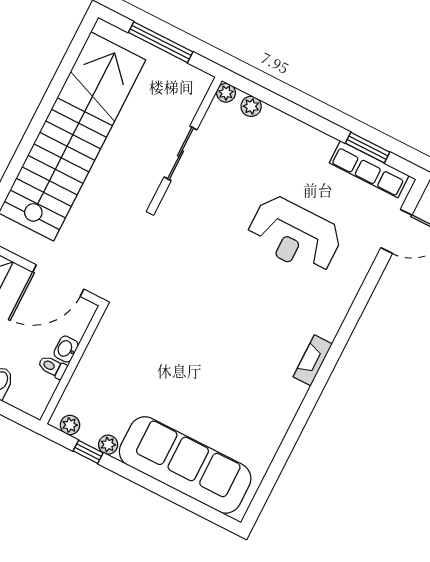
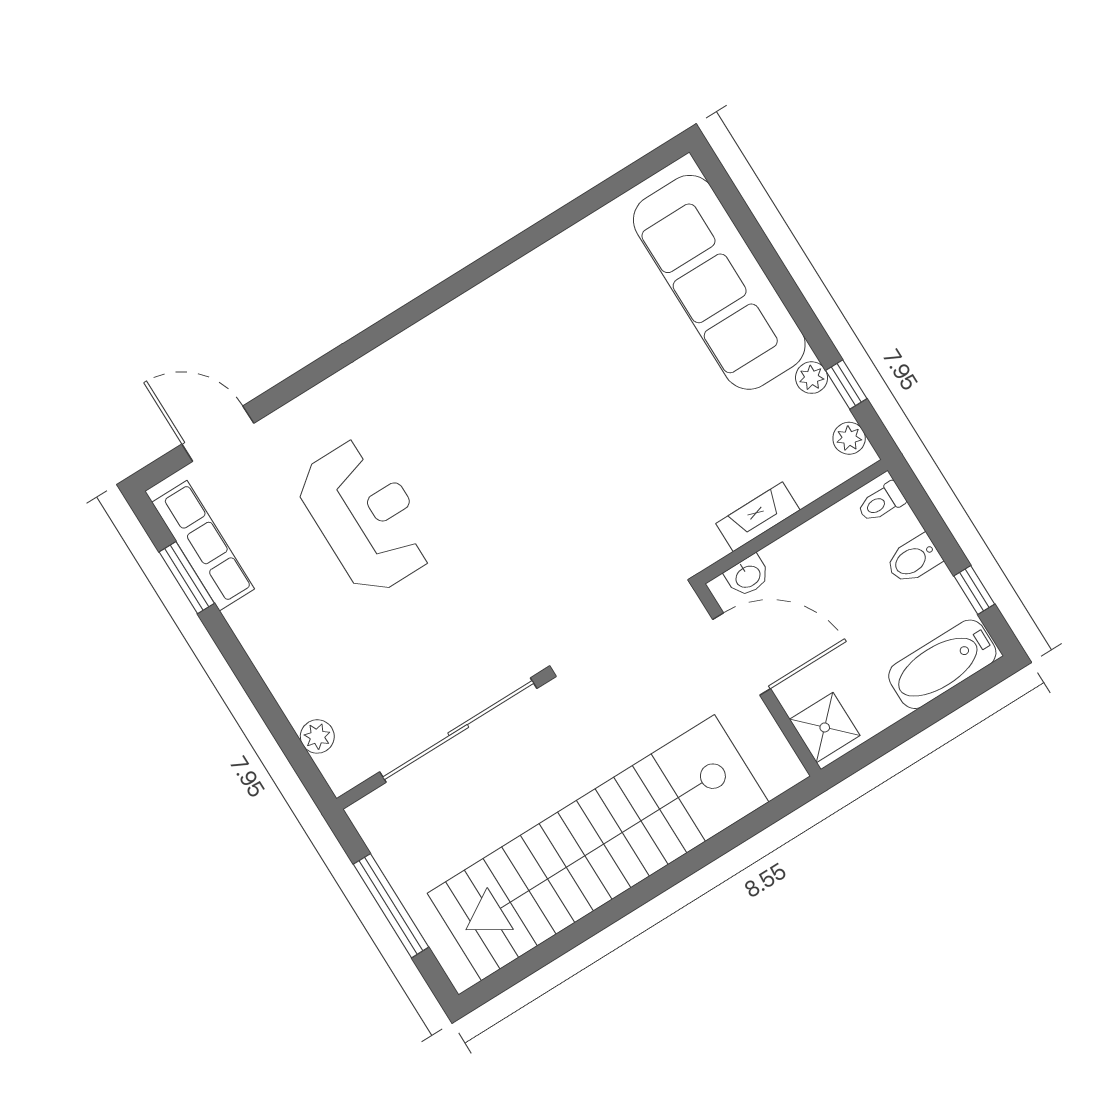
plant: (226, 93) -> (341, 777), removed
sliding door: (180, 153) -> (458, 730), width x1.86
washbasin: (66, 349) -> (747, 576), moved
fireplace: (313, 360) -> (758, 517), moved, turned 180
toilet: (52, 367) -> (881, 502), moved, turned 90

